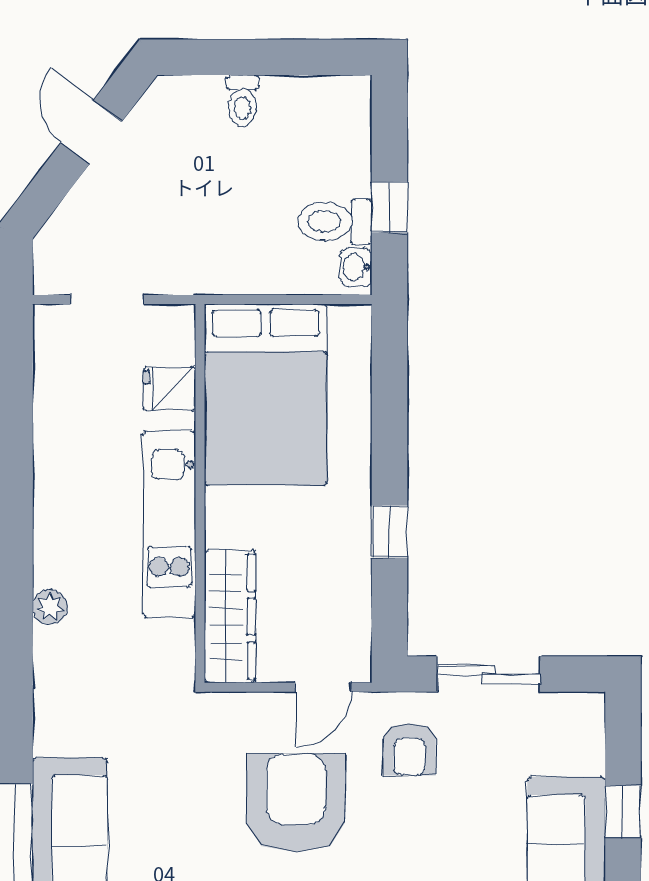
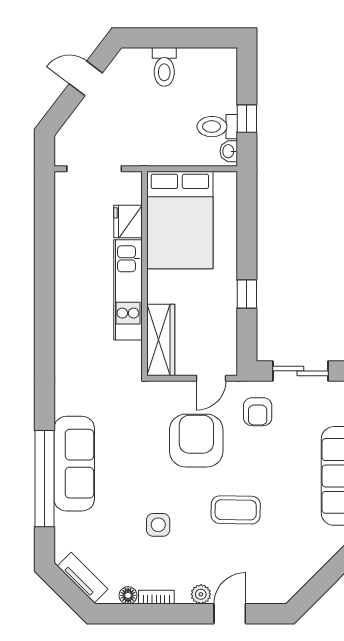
toilet: (242, 101) -> (164, 67), width x1.37, depth x1.39
door: (91, 132) -> (86, 78), hinge flipped
doorway: (107, 300) -> (94, 169), width x1.38
fridge: (169, 389) -> (128, 221), width x1.38
plant: (50, 607) -> (63, 335), removed

